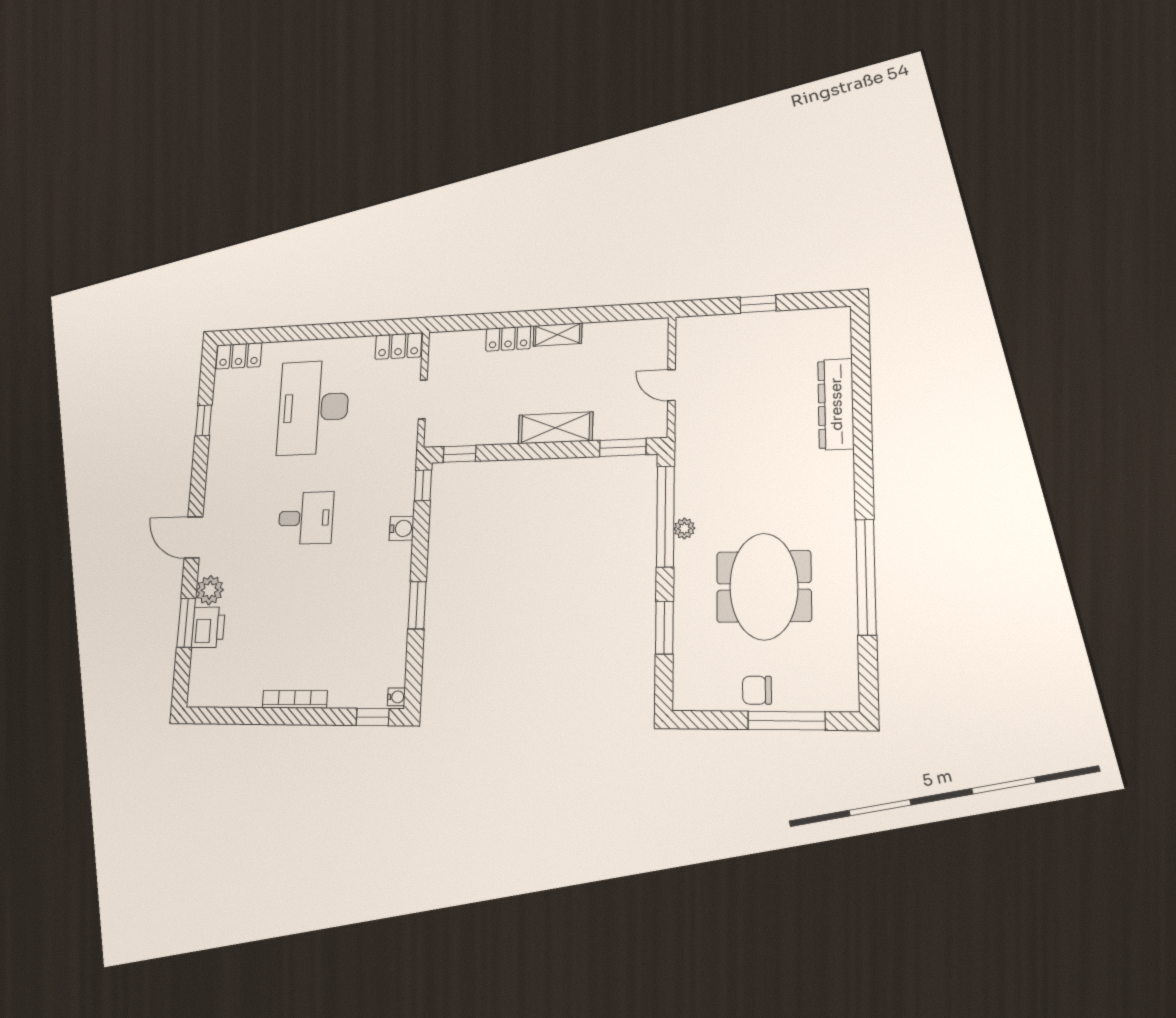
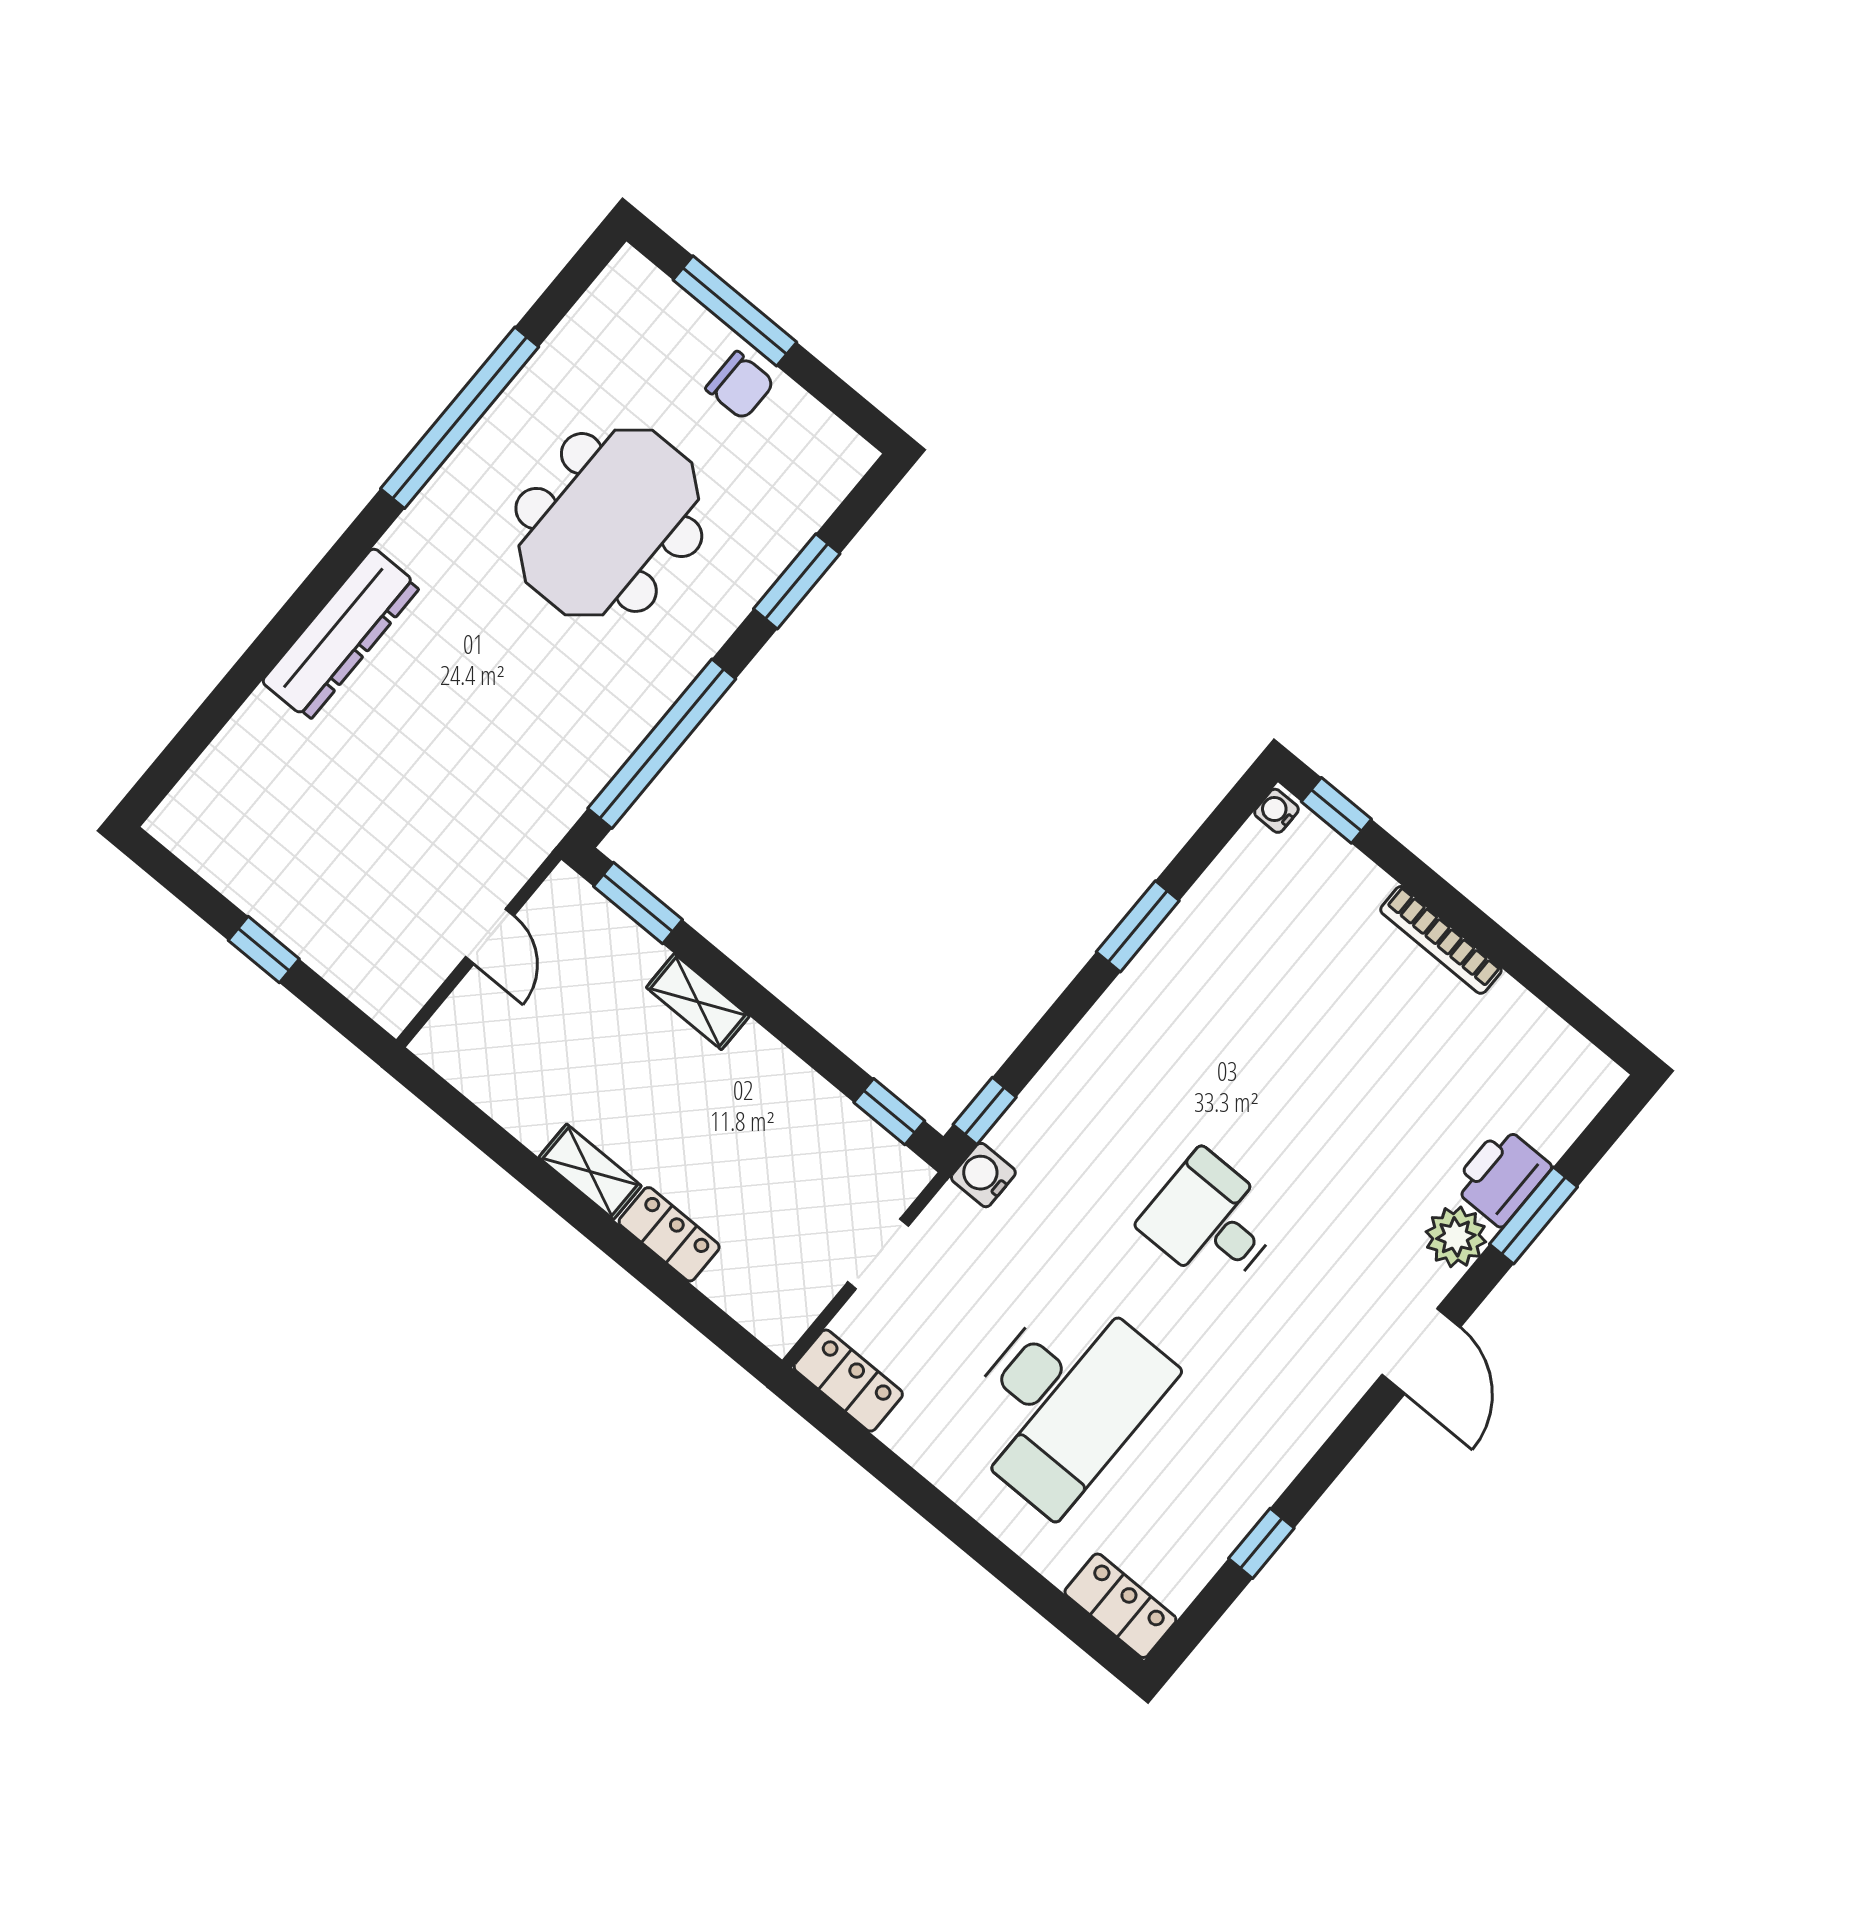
dresser: (836, 404) -> (341, 634), moved
shelving: (555, 428) -> (698, 1002), width x0.67, depth x0.75
water cooler: (402, 528) -> (983, 1175), moved
plant: (684, 528) -> (650, 702), removed

